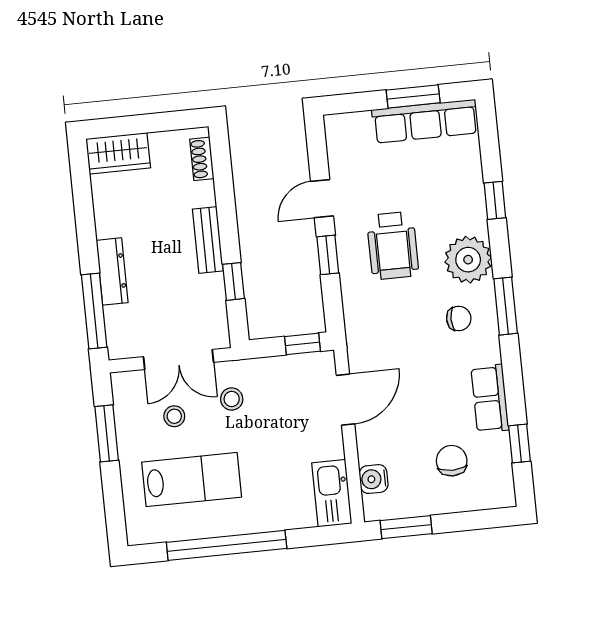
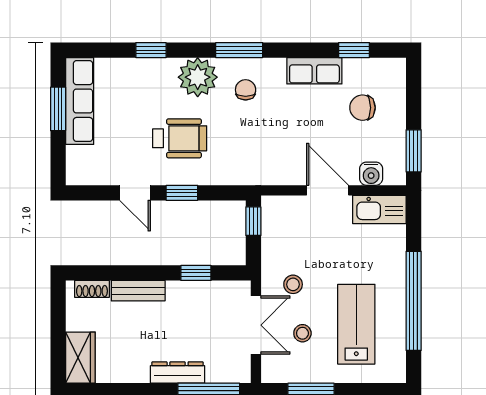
bench: (208, 240) -> (138, 291), moved
door: (345, 400) -> (328, 190), moved

